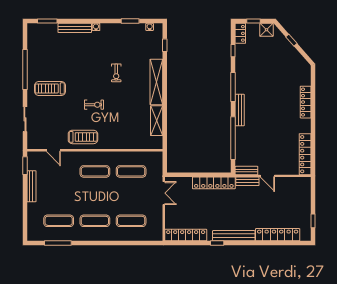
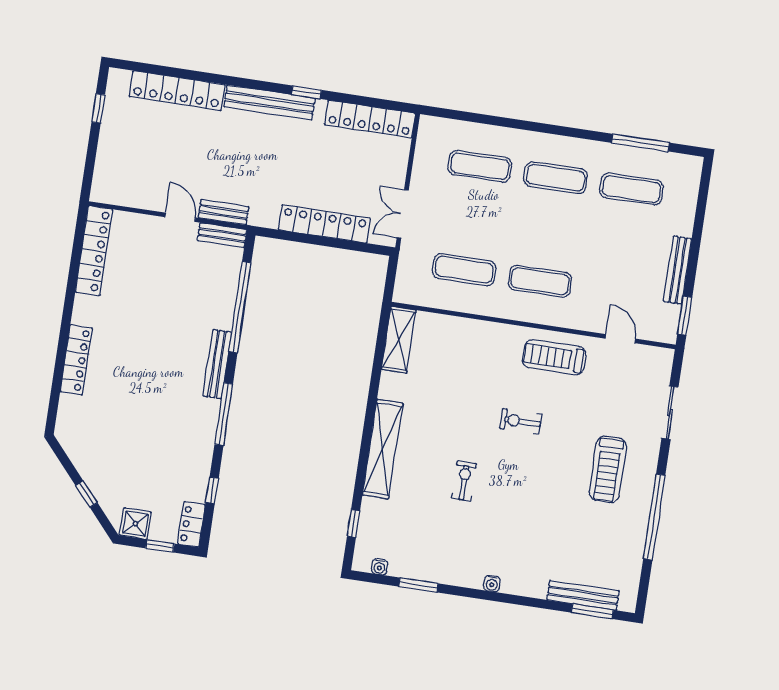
bench: (75, 28) -> (583, 595), moved
treadmill: (50, 88) -> (608, 469), turned 90
shelving: (157, 121) -> (399, 340), moved
locker: (214, 183) -> (324, 224), moved

